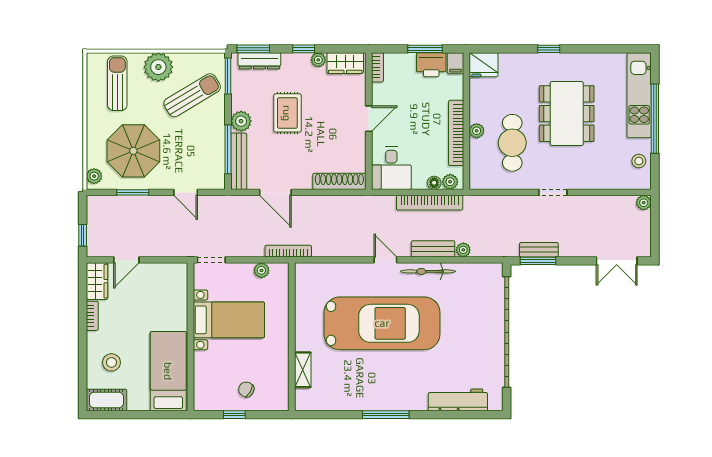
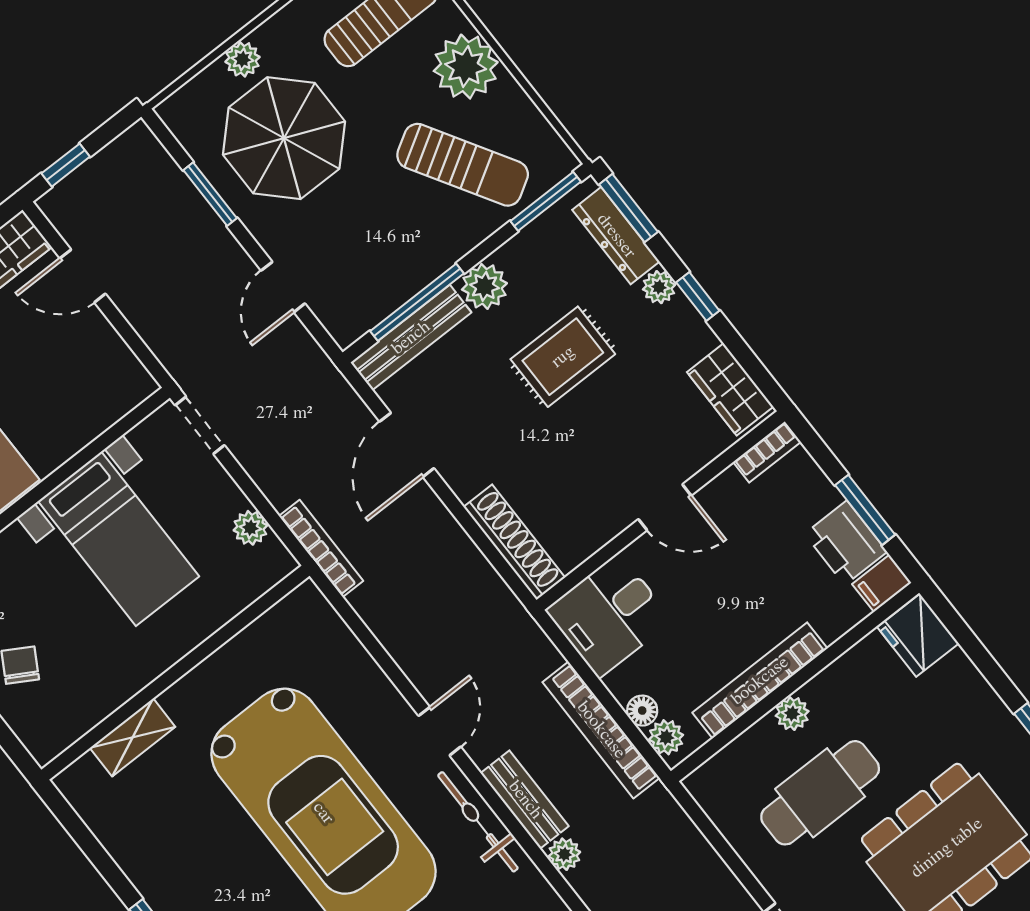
plant: (318, 60) -> (659, 287), moved
plant: (94, 176) -> (242, 59), moved

